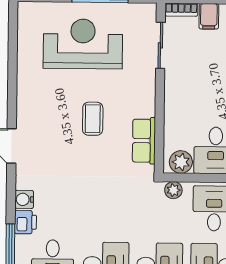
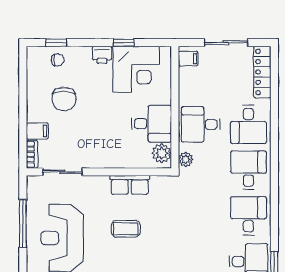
row of seats: (144, 141) -> (130, 185), moved

